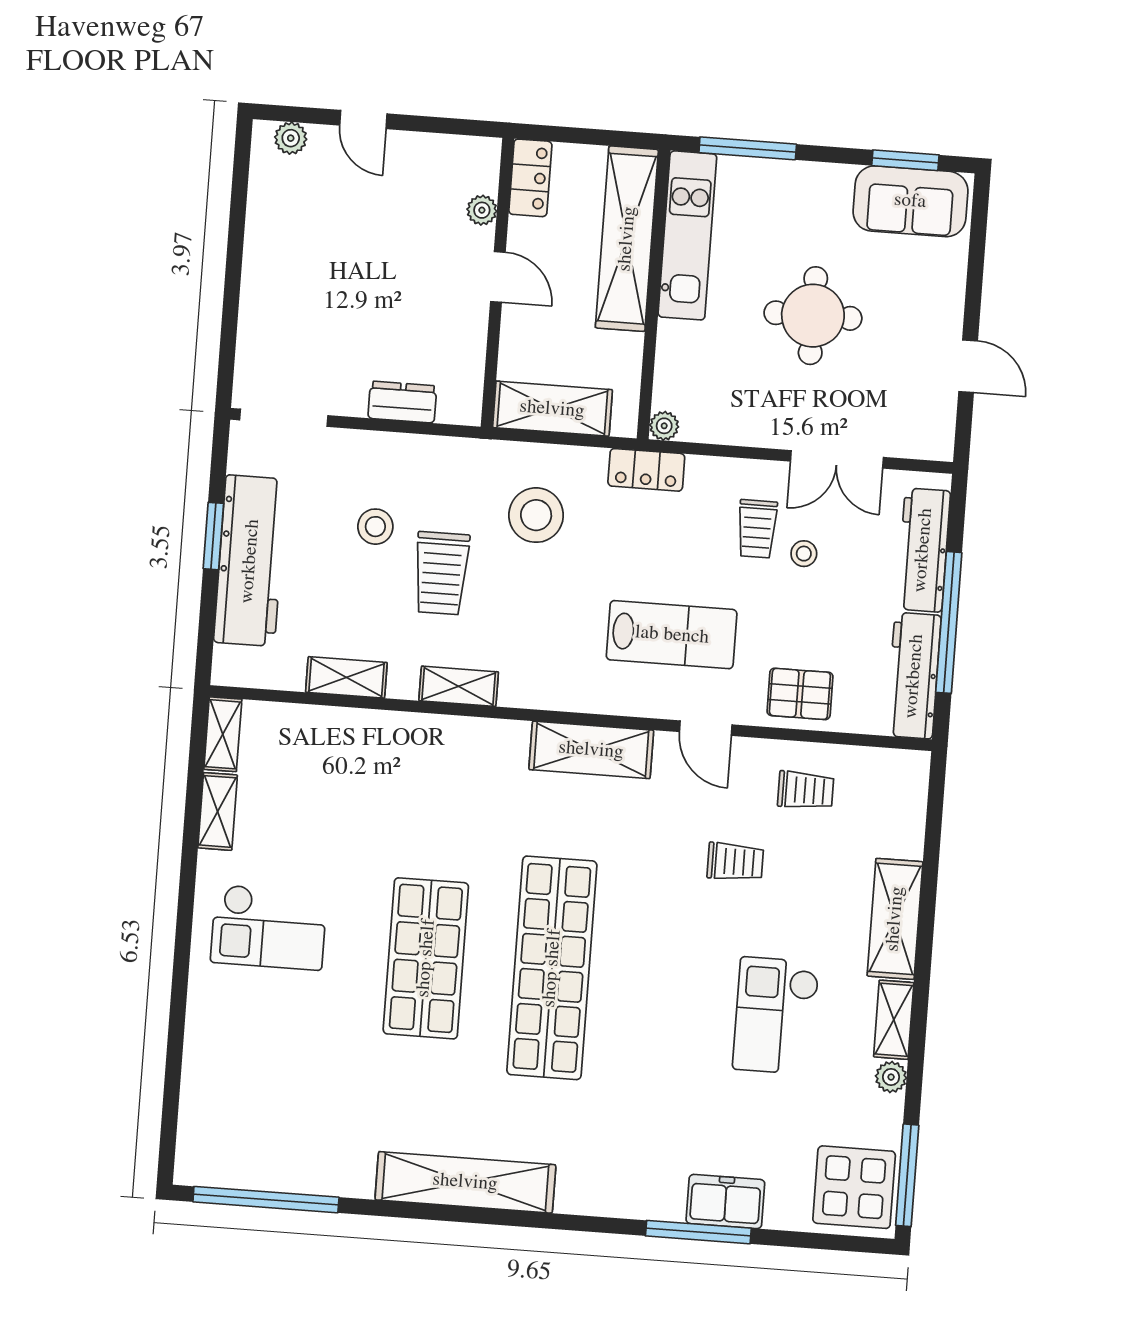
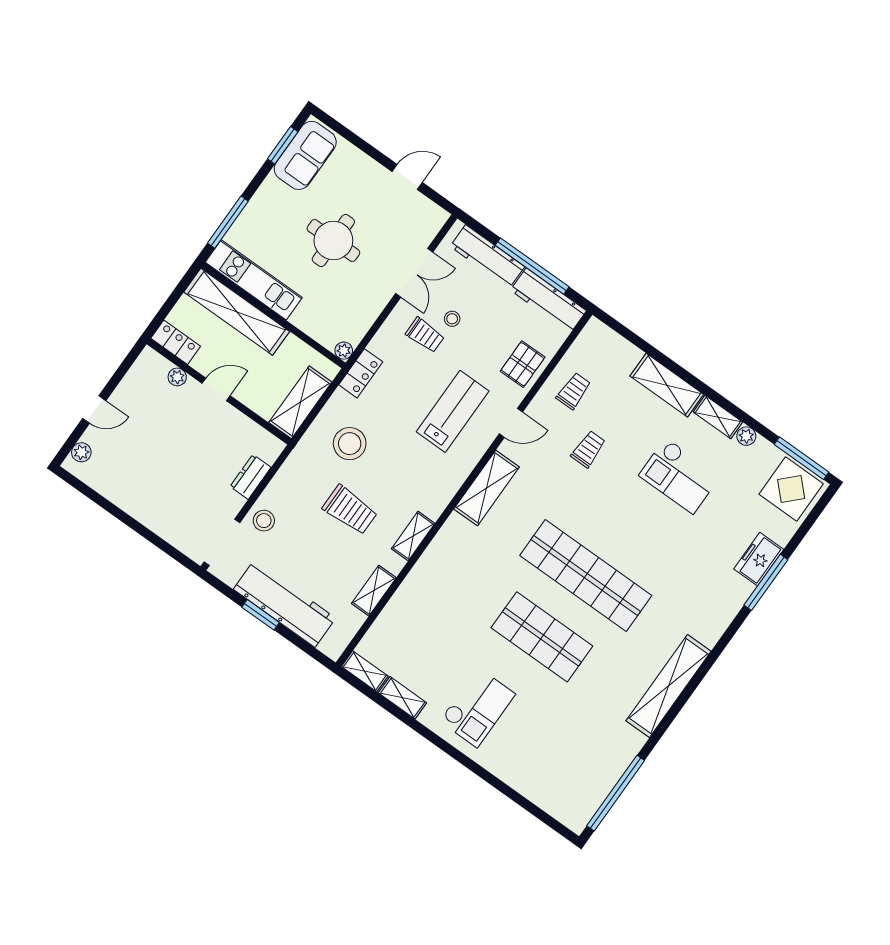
stool: (375, 527) -> (264, 521), moved

